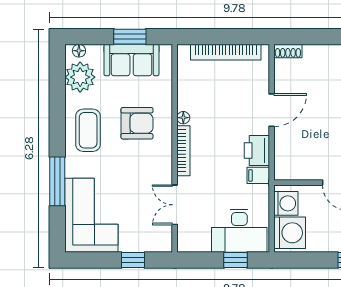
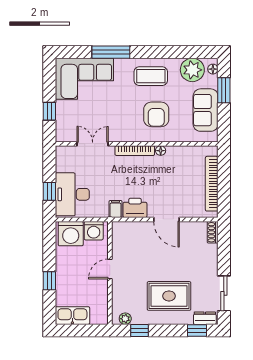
window: (130, 37) -> (224, 90), moved

